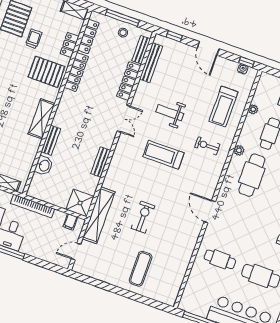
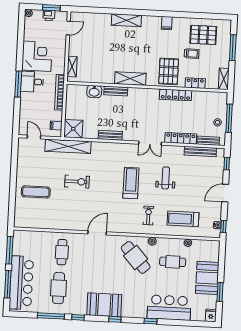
locker: (88, 36) -> (206, 96), removed
cafe table: (252, 175) -> (136, 257), turned 48

